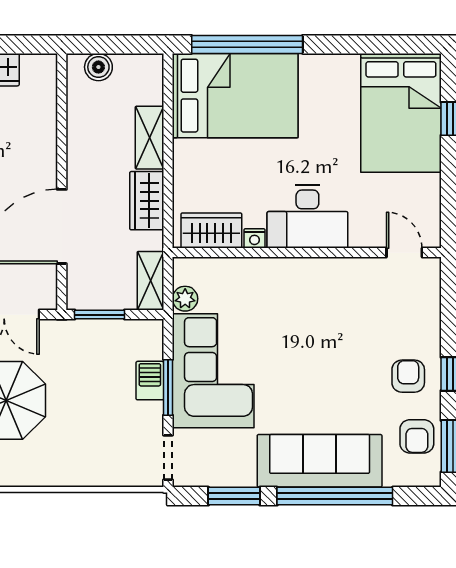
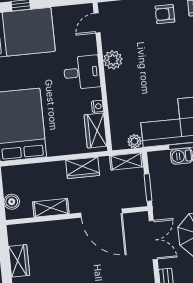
shelving: (149, 138) -> (51, 208), moved
desk: (307, 217) -> (82, 72), width x0.73
plant: (335, 274) -> (113, 60), added

